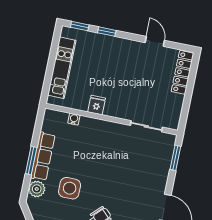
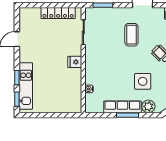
kitchen unit: (62, 68) -> (26, 86), moved, turned 90
locker: (183, 72) -> (58, 13), moved
fridge: (97, 105) -> (75, 62), moved
coffee table: (131, 186) -> (131, 35), added

